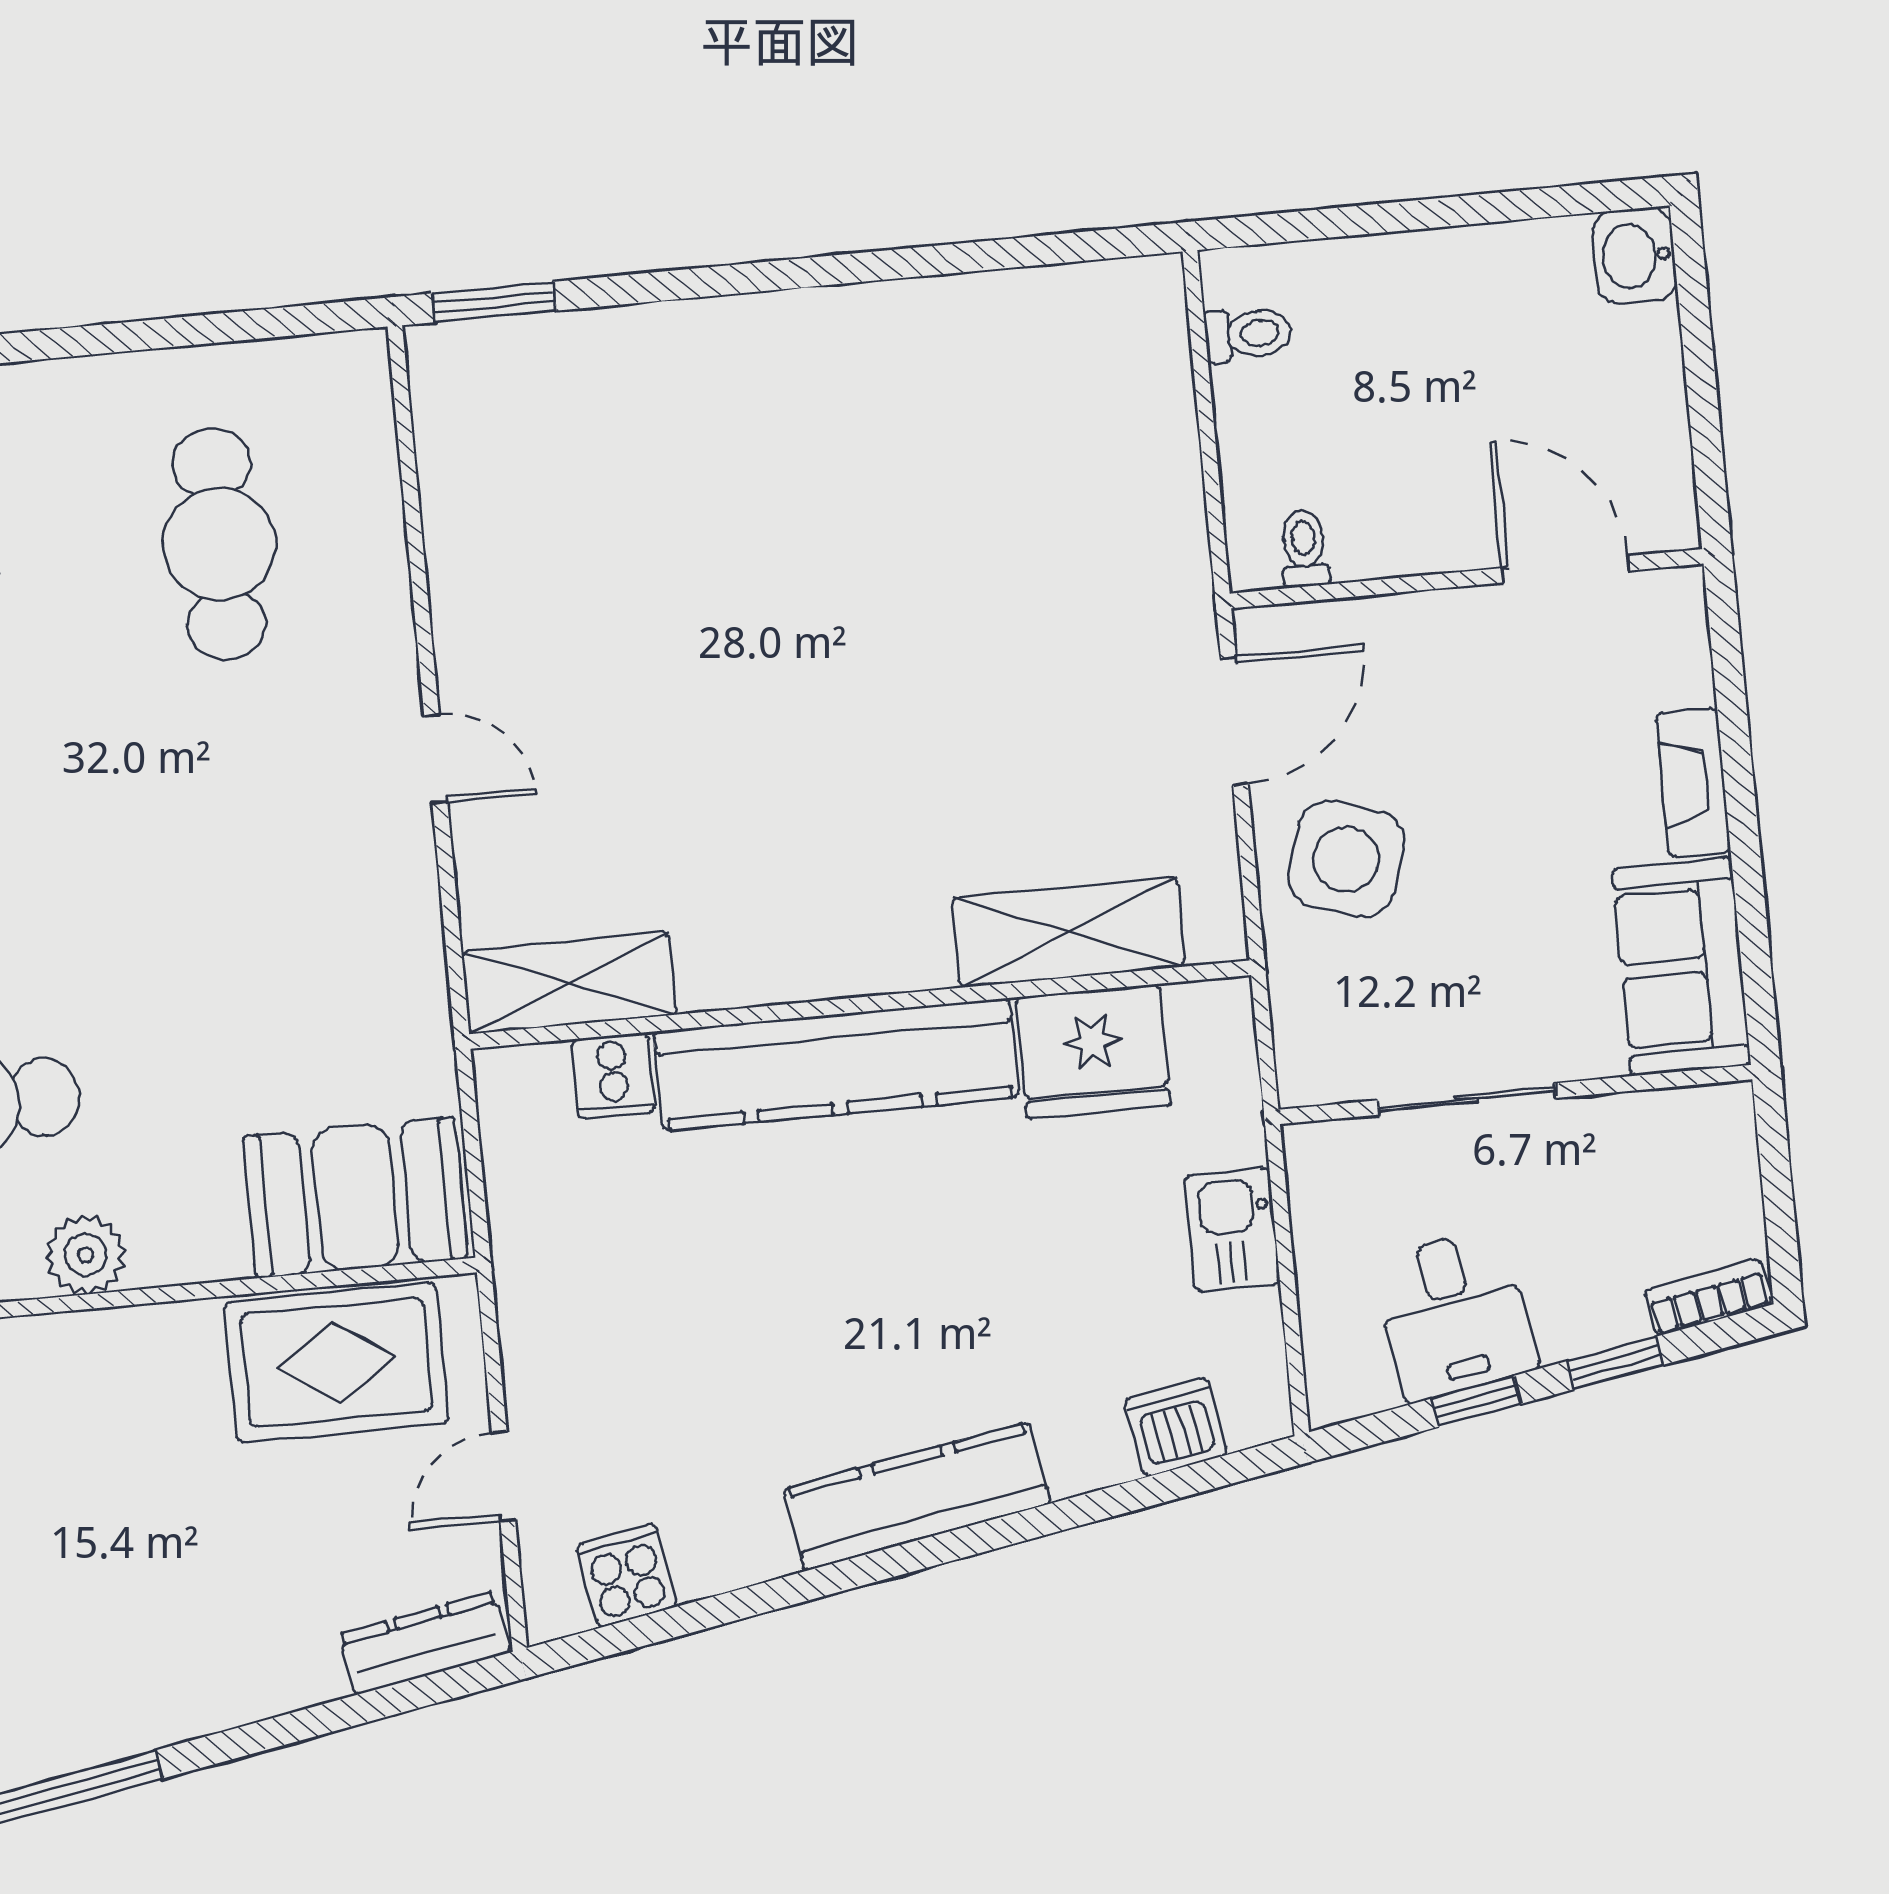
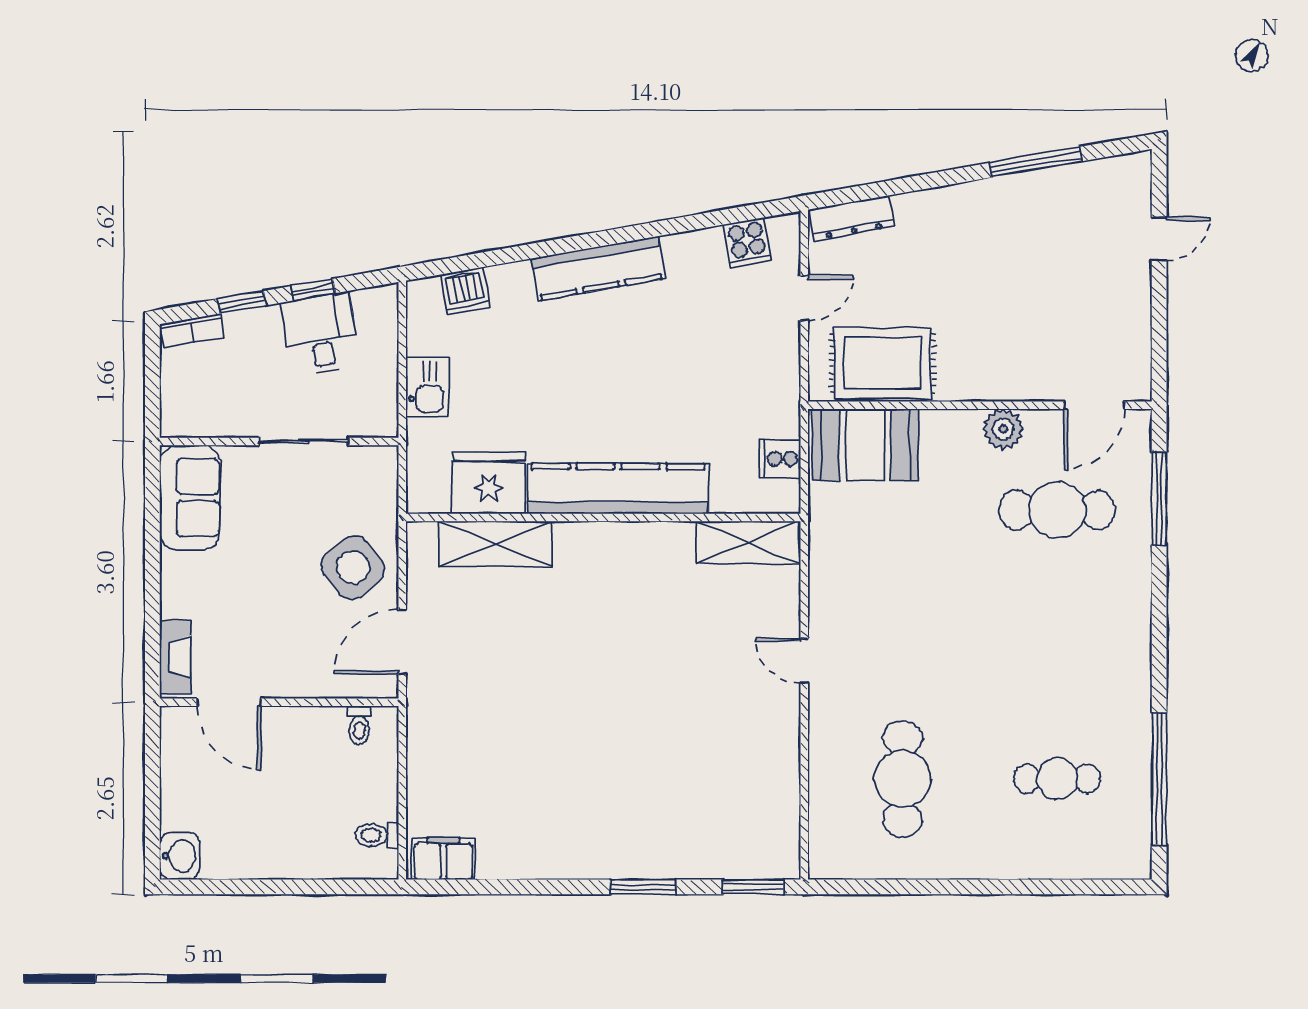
window: (712, 281) -> (643, 887), added
filing cabinet: (1113, 300) -> (443, 859), added
fireplace: (1693, 783) -> (175, 657), moved
side table: (1346, 859) -> (353, 567), turned 33
cooker: (613, 1076) -> (780, 459), moved, turned -90

